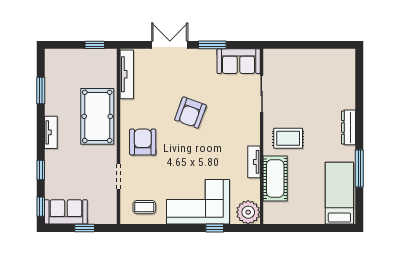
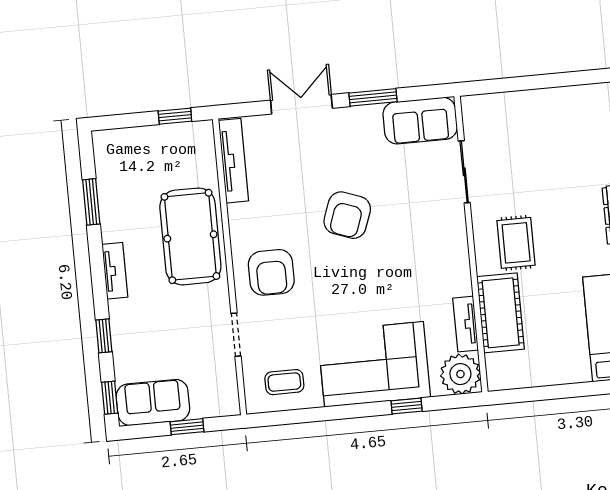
rug: (288, 138) -> (516, 243), turned 90
armchair: (143, 142) -> (271, 272), turned 180
tv unit: (254, 162) -> (466, 324), moved

